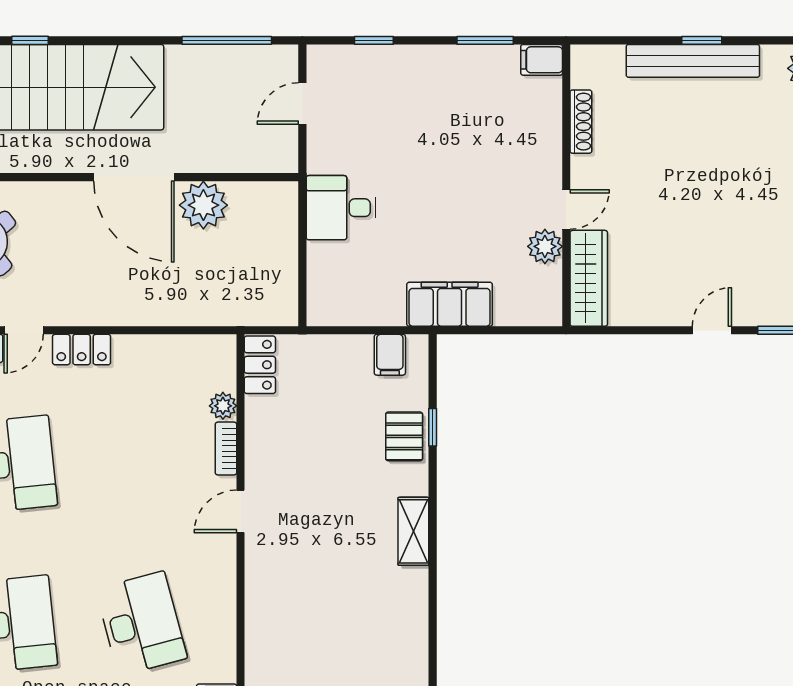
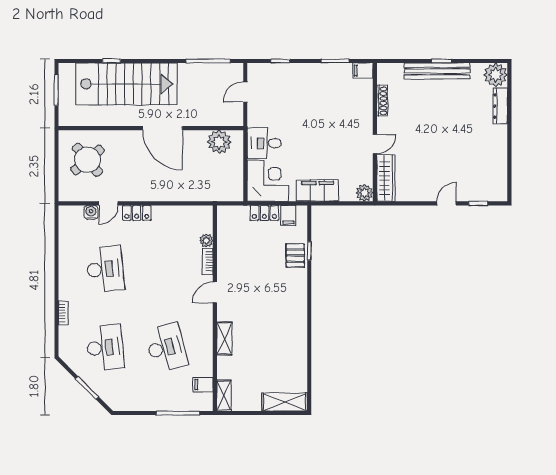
plant: (203, 205) -> (219, 142), moved
plant: (545, 246) -> (364, 193), moved
corner desk: (348, 284) -> (268, 181), added
locker: (260, 365) -> (264, 213), moved, turned 90
shelving: (413, 531) -> (224, 339), moved

